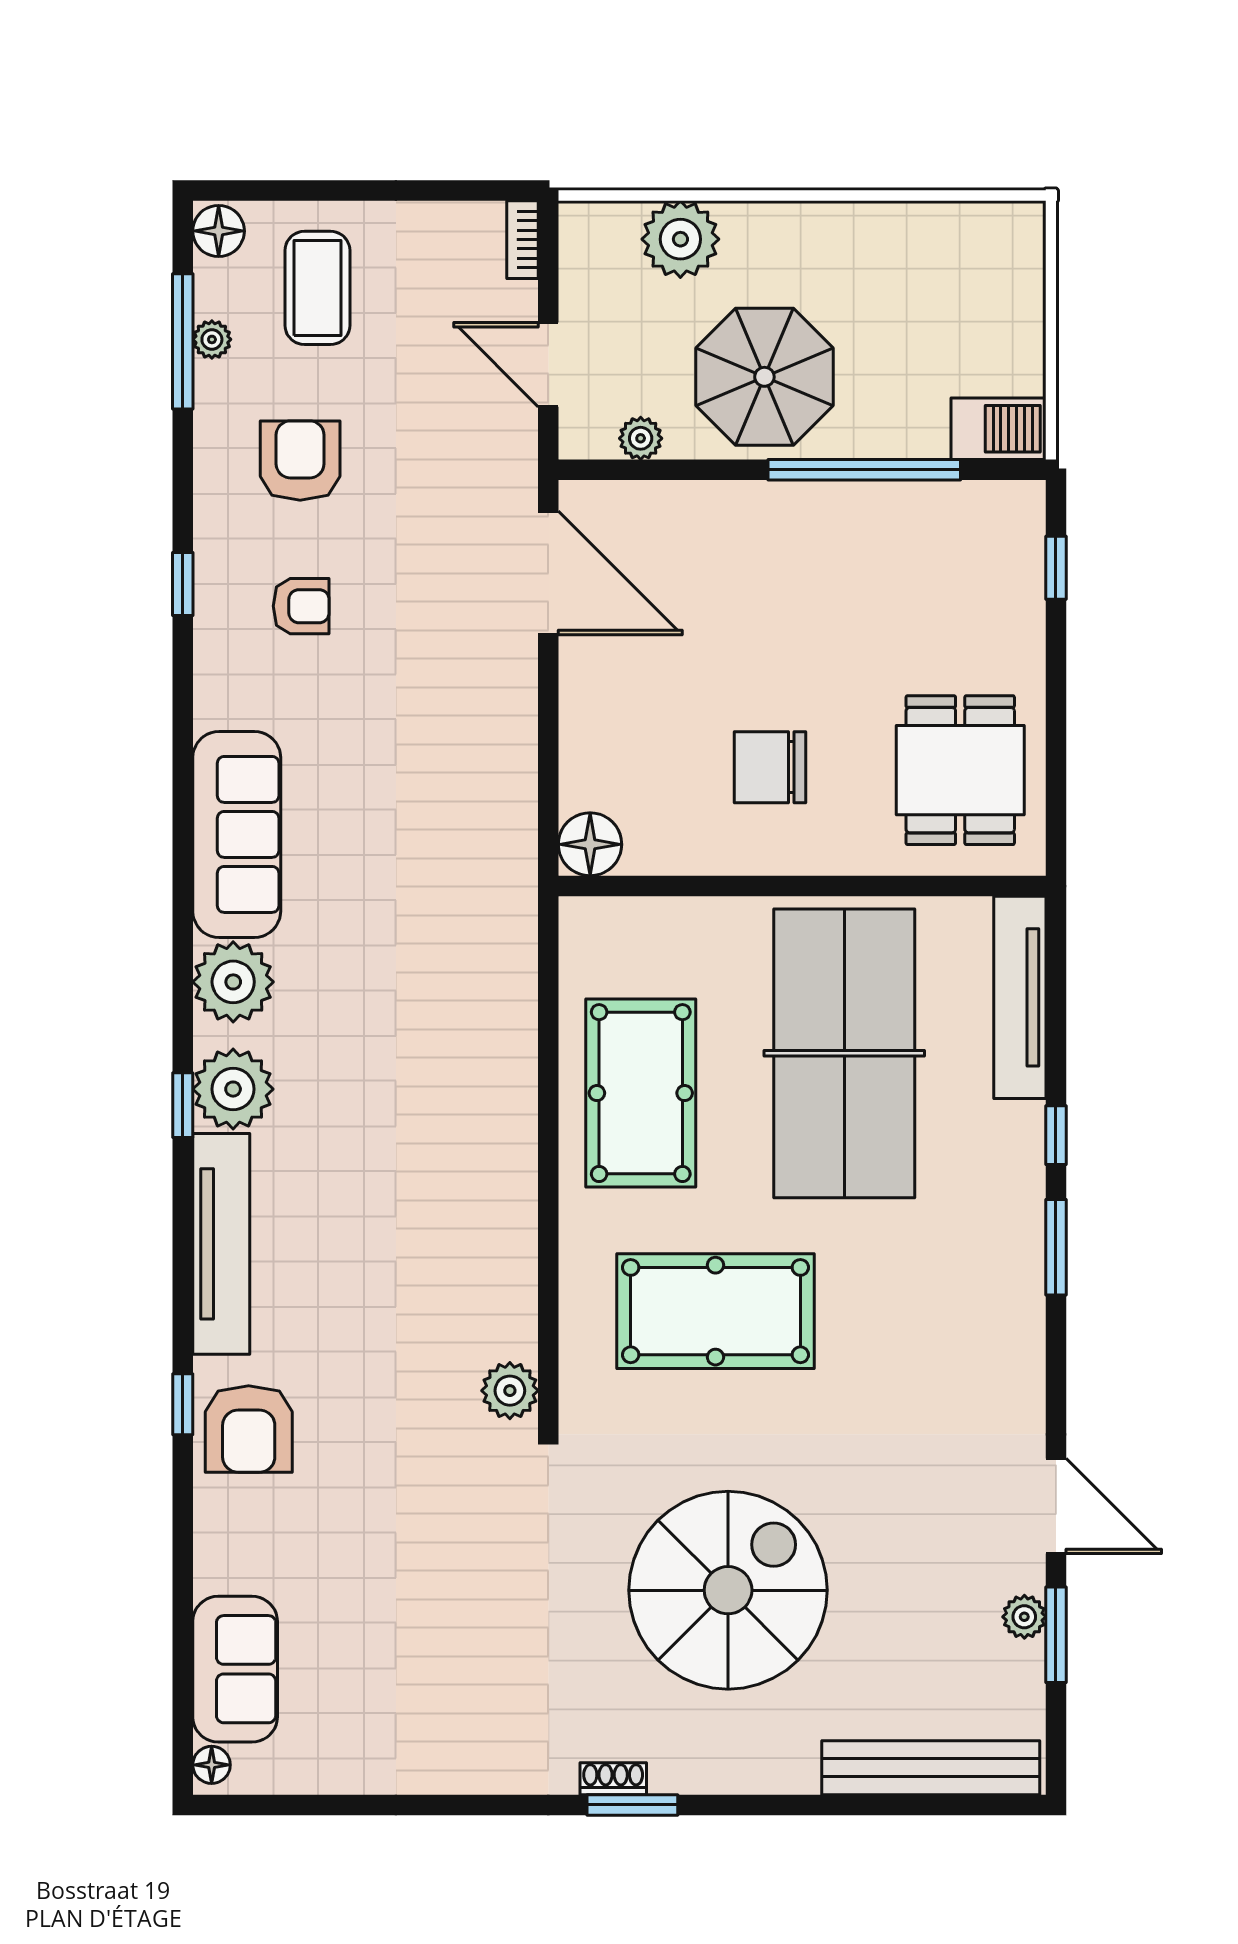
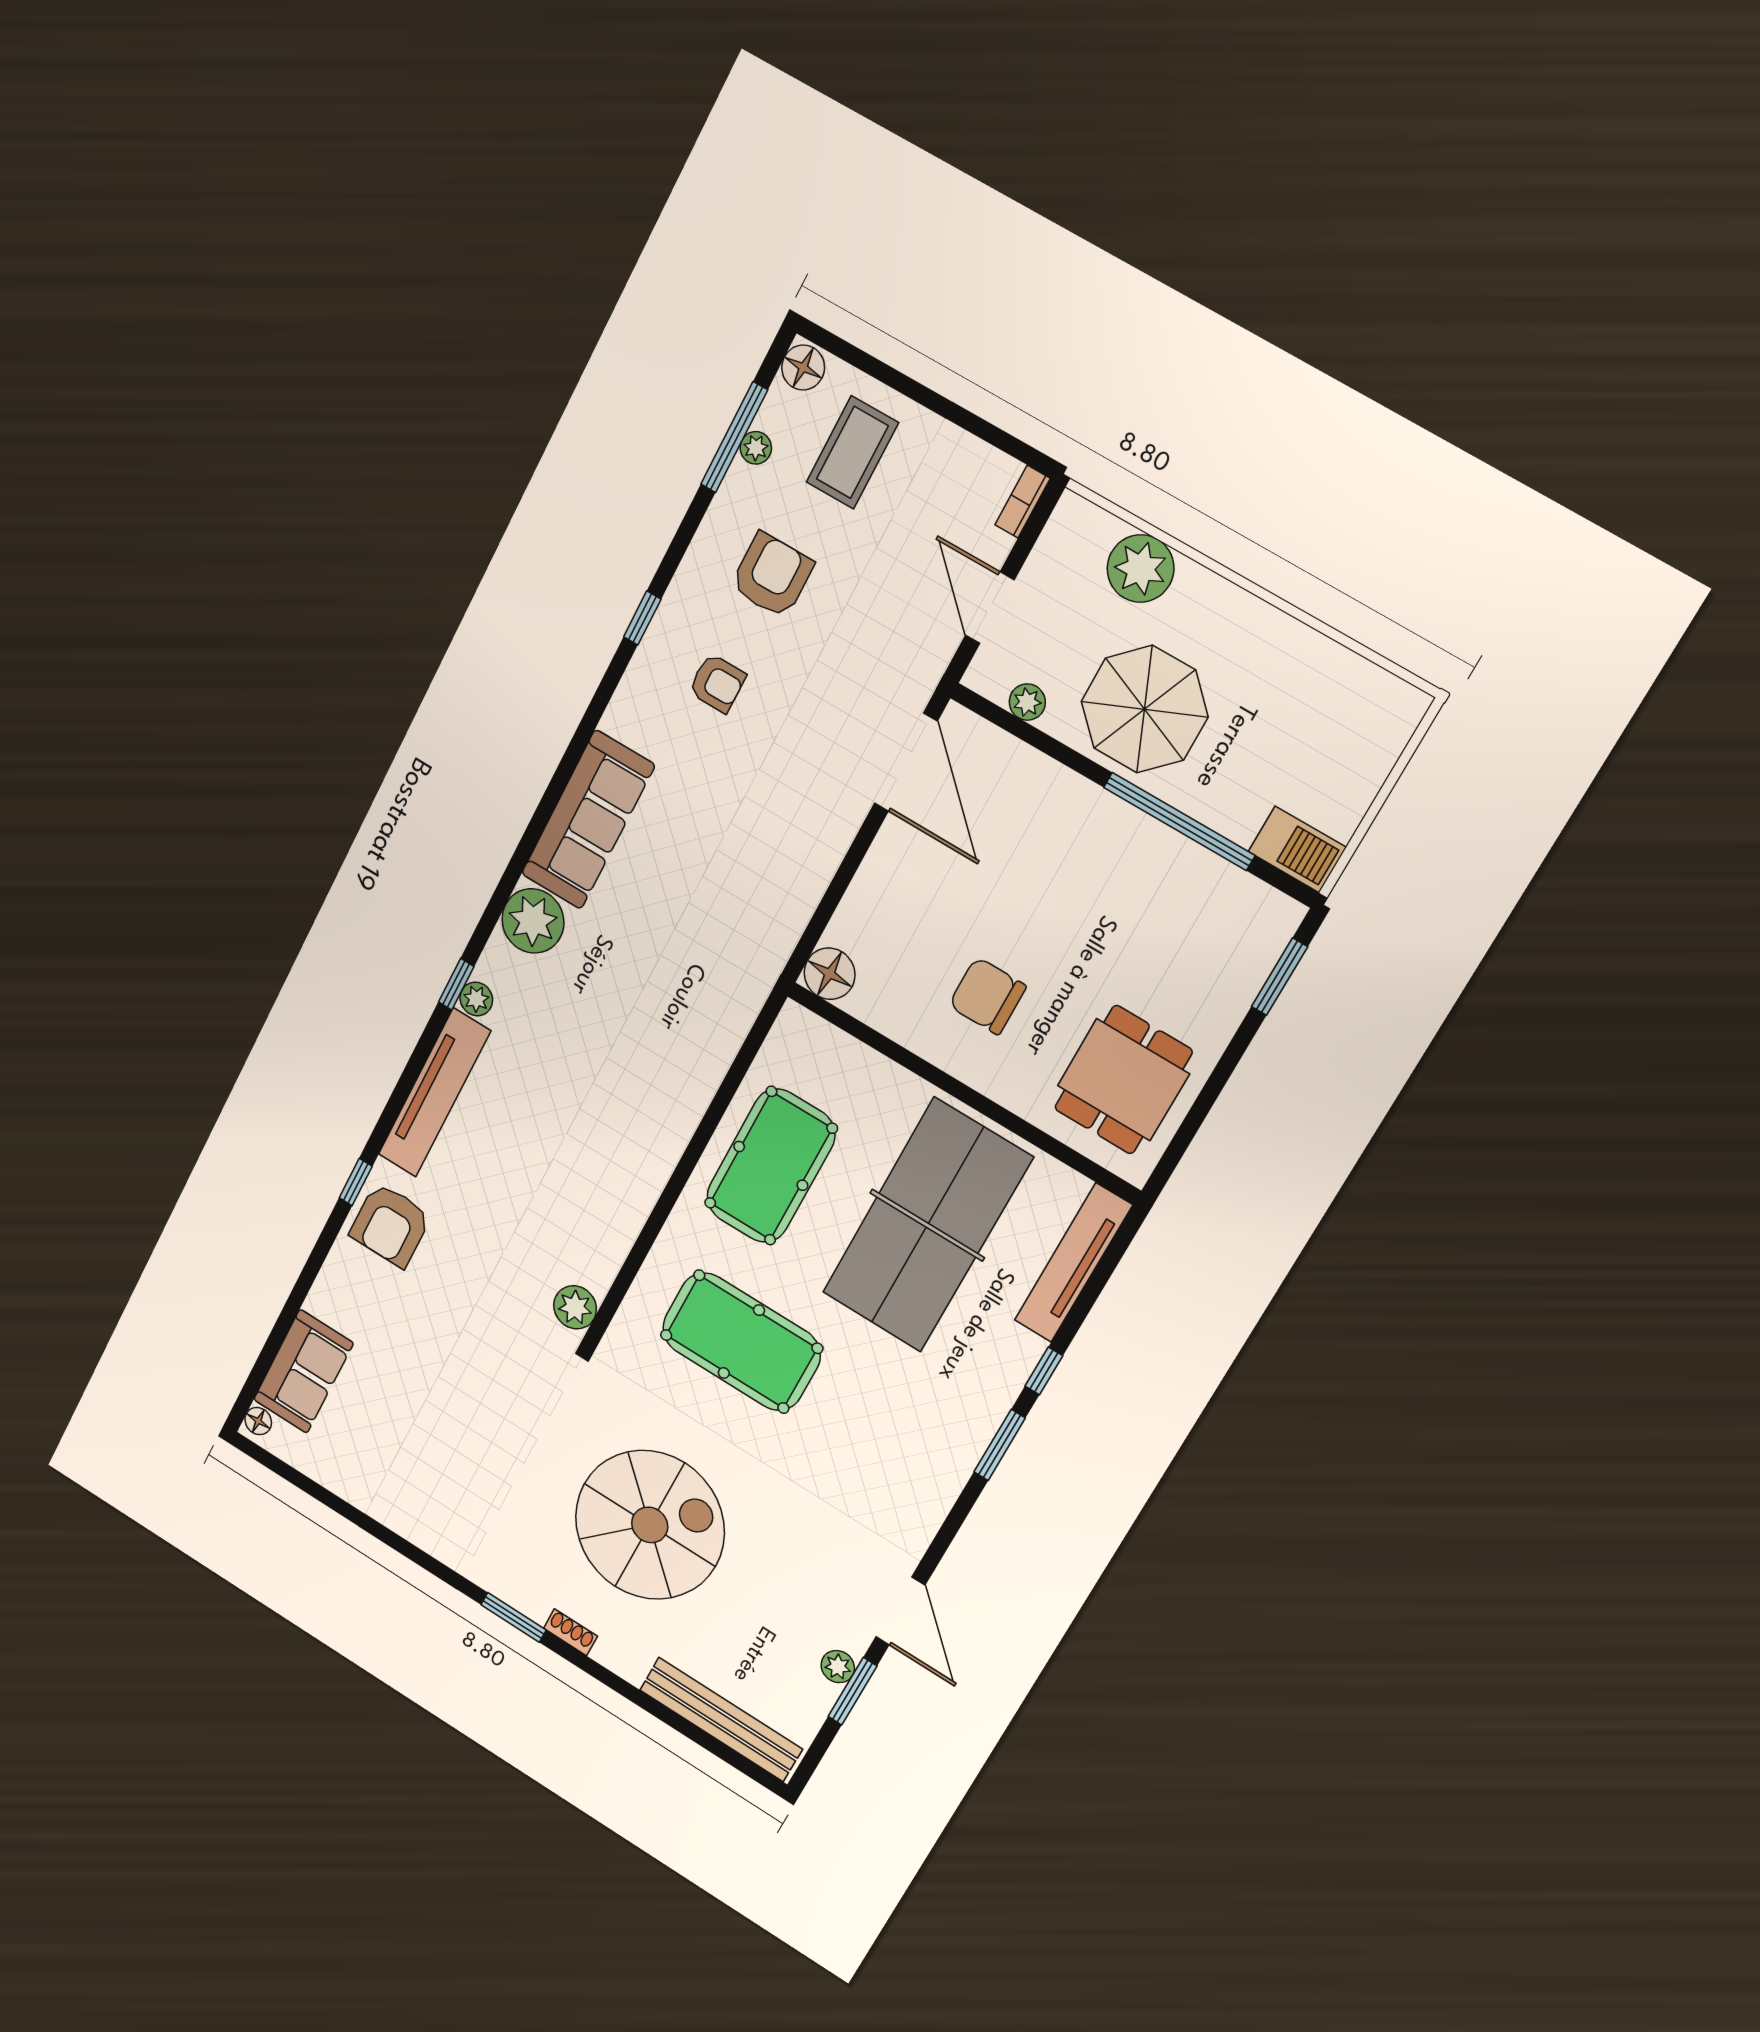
window: (1056, 568) -> (1279, 977), width x1.50
plant: (233, 1089) -> (476, 999), width x0.53, depth x0.53
shoe rack: (613, 1779) -> (570, 1632), moved

